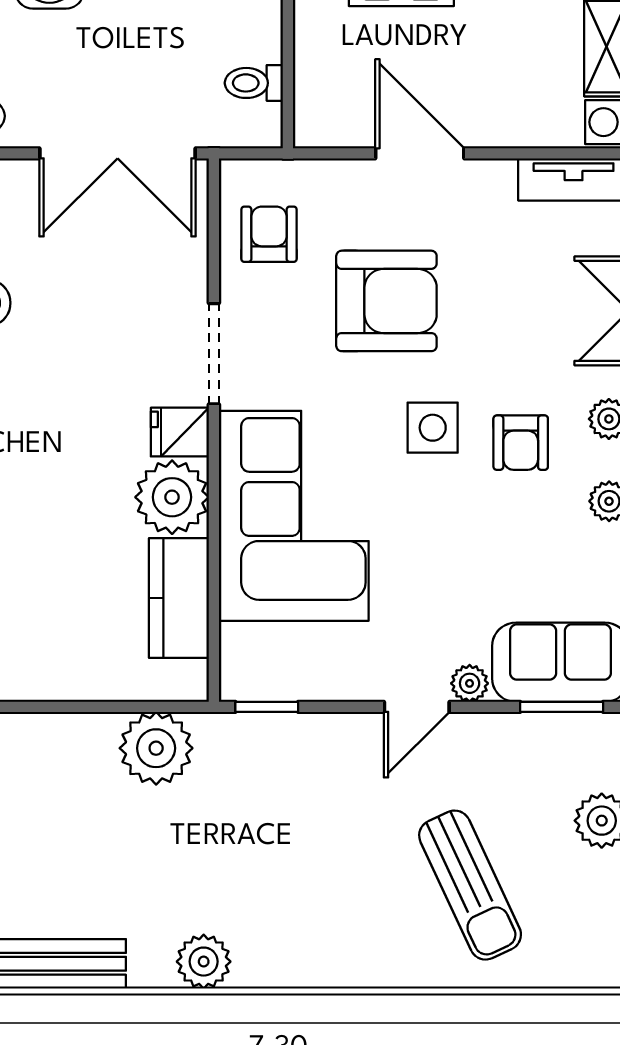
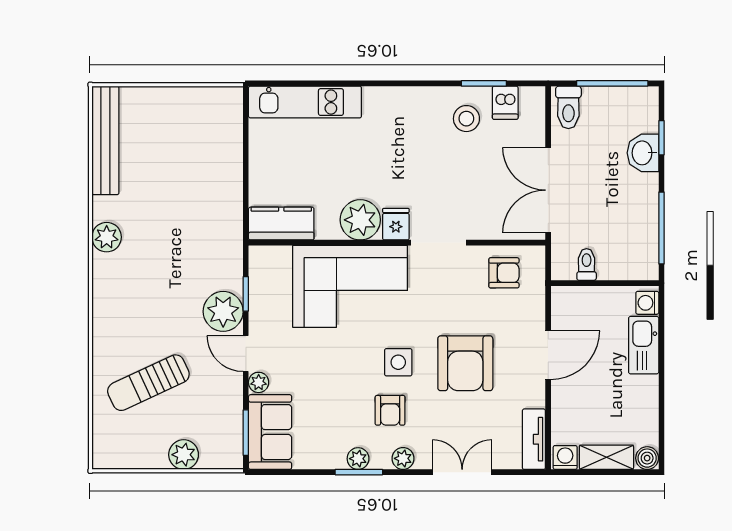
armchair: (386, 301) -> (465, 363), moved
armchair: (521, 443) -> (390, 410), turned -90
kitchen counter: (179, 598) -> (281, 224), moved
window: (267, 707) -> (246, 294), moved
plant: (156, 748) -> (223, 311), moved

